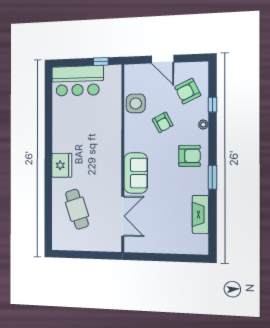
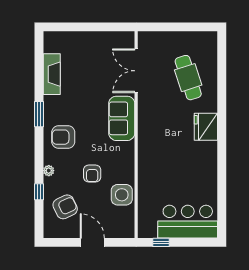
armchair: (163, 122) -> (92, 173), turned -152

